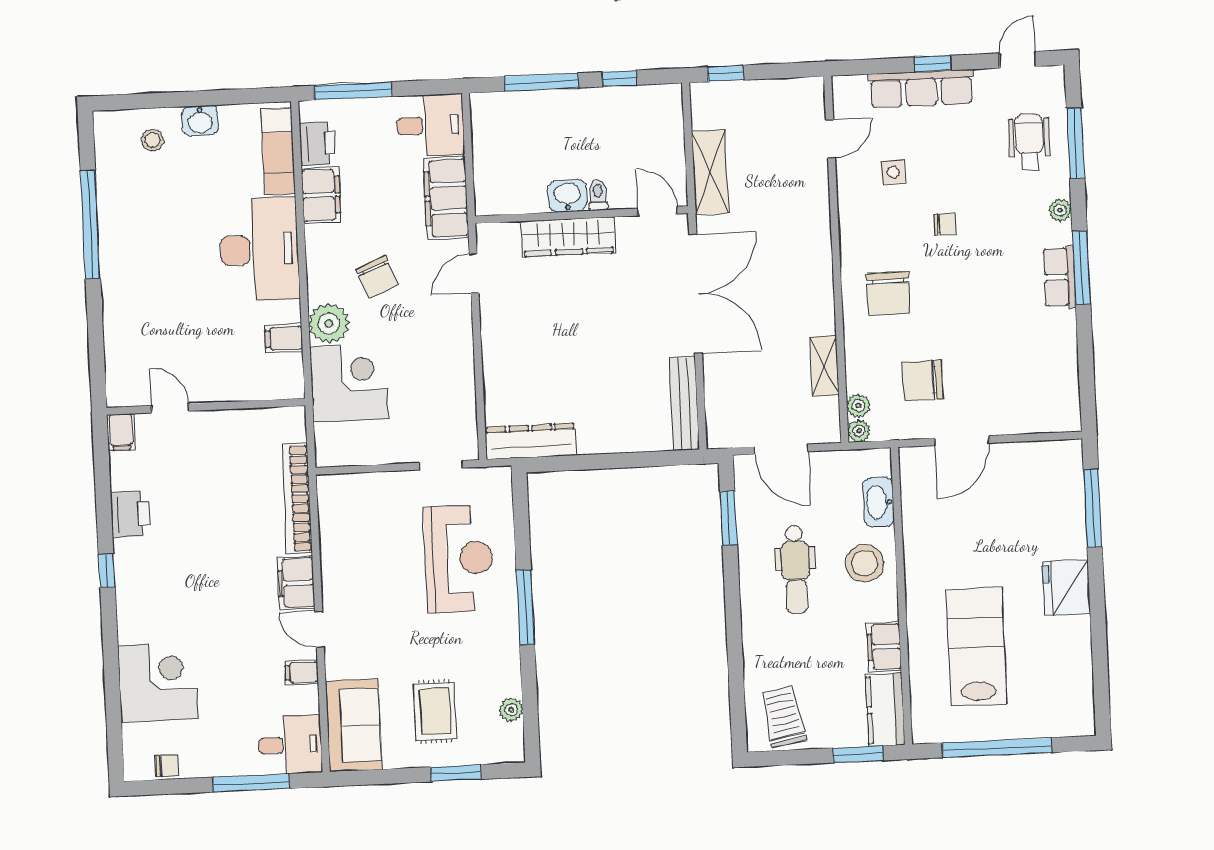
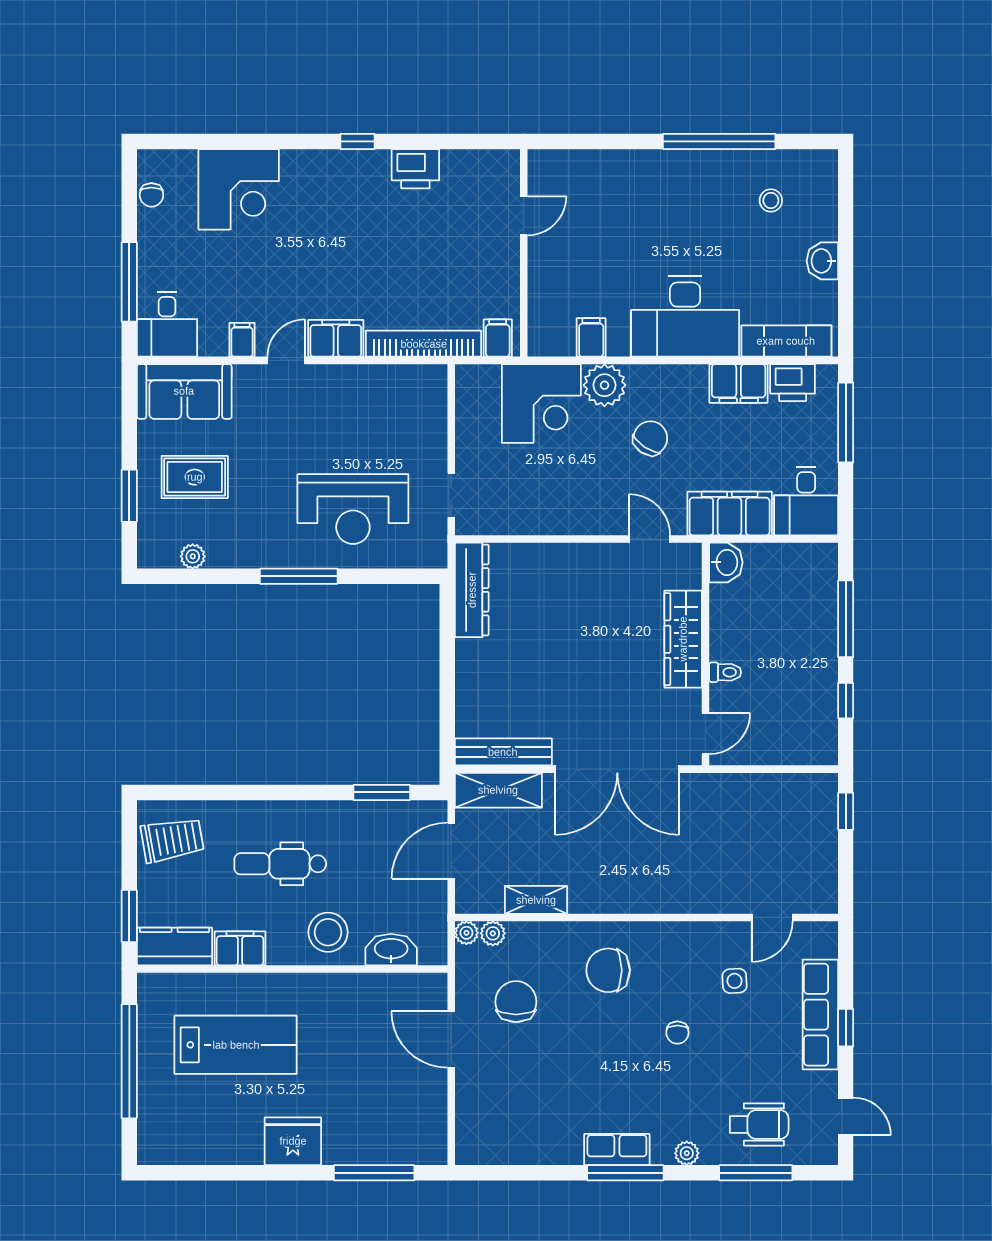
door: (831, 139) -> (772, 917), hinge flipped
stool: (152, 140) -> (771, 200), moved
shelving: (710, 172) -> (498, 790), moved
washbasin: (567, 196) -> (726, 562), moved
chair: (377, 277) -> (650, 438), turned 146
filing cabinet: (121, 432) -> (498, 338), moved, turned 90
dental chair: (795, 569) -> (280, 864), moved

